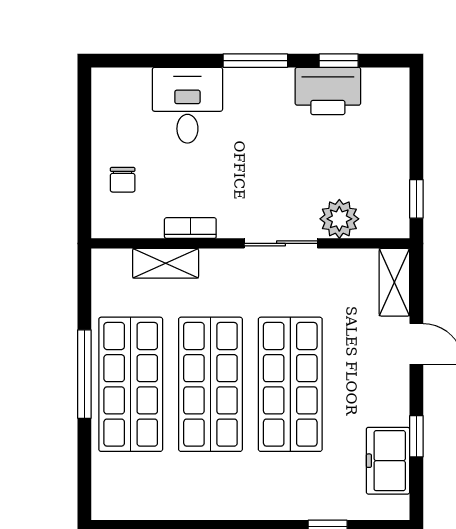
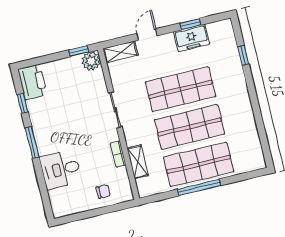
printer: (328, 91) -> (32, 82), moved
plant: (339, 219) -> (91, 61), moved
freezer: (388, 461) -> (192, 38), moved

